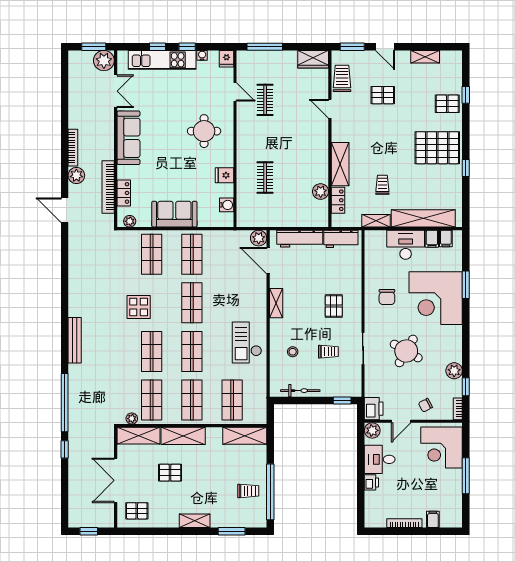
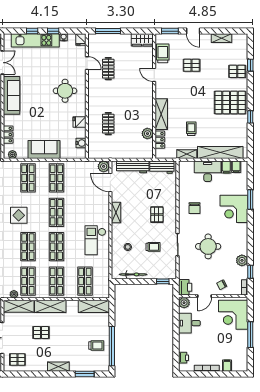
corner desk: (436, 298) -> (234, 209), width x0.74, depth x0.74
round table: (406, 351) -> (208, 246), turned -30
printer: (371, 482) -> (184, 358), moved

